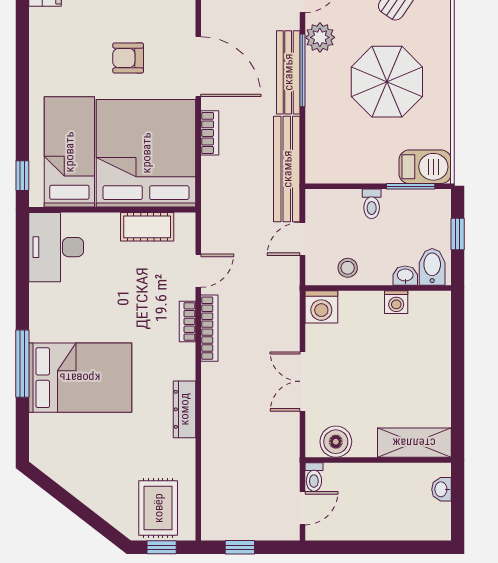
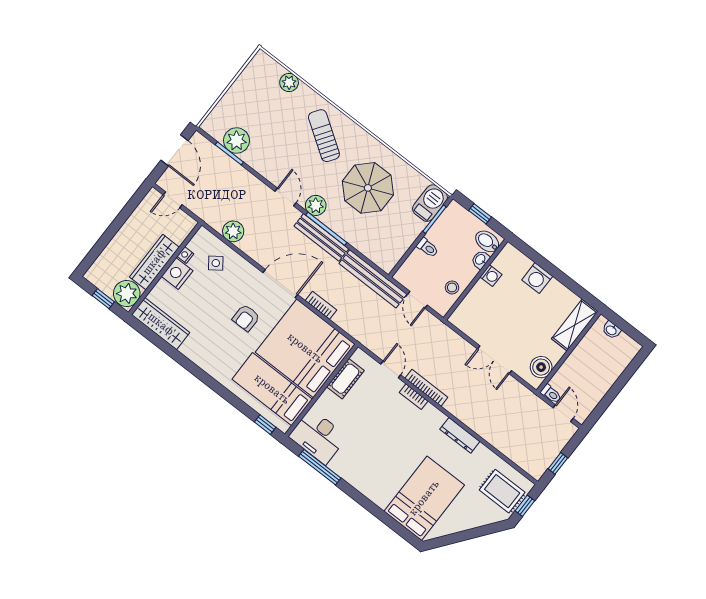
washing machine: (321, 307) -> (537, 278), moved, turned 90
window: (22, 364) -> (320, 467), moved
bed: (80, 378) -> (424, 498), moved

